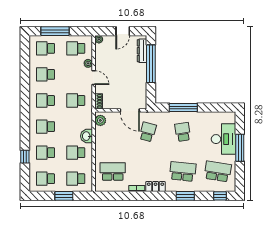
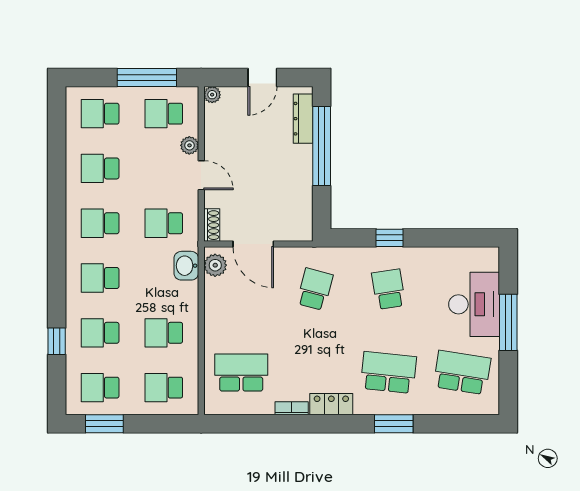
window: (55, 31) -> (147, 78), moved
window: (183, 107) -> (389, 238), width x0.46
door: (130, 110) -> (253, 244), moved
washbasin: (87, 136) -> (186, 266), moved
window: (64, 196) -> (104, 424), moved
window: (220, 196) -> (467, 424), removed

